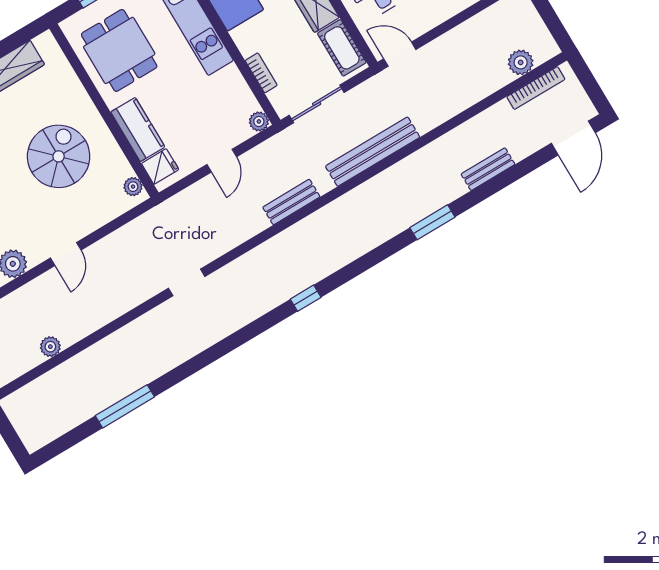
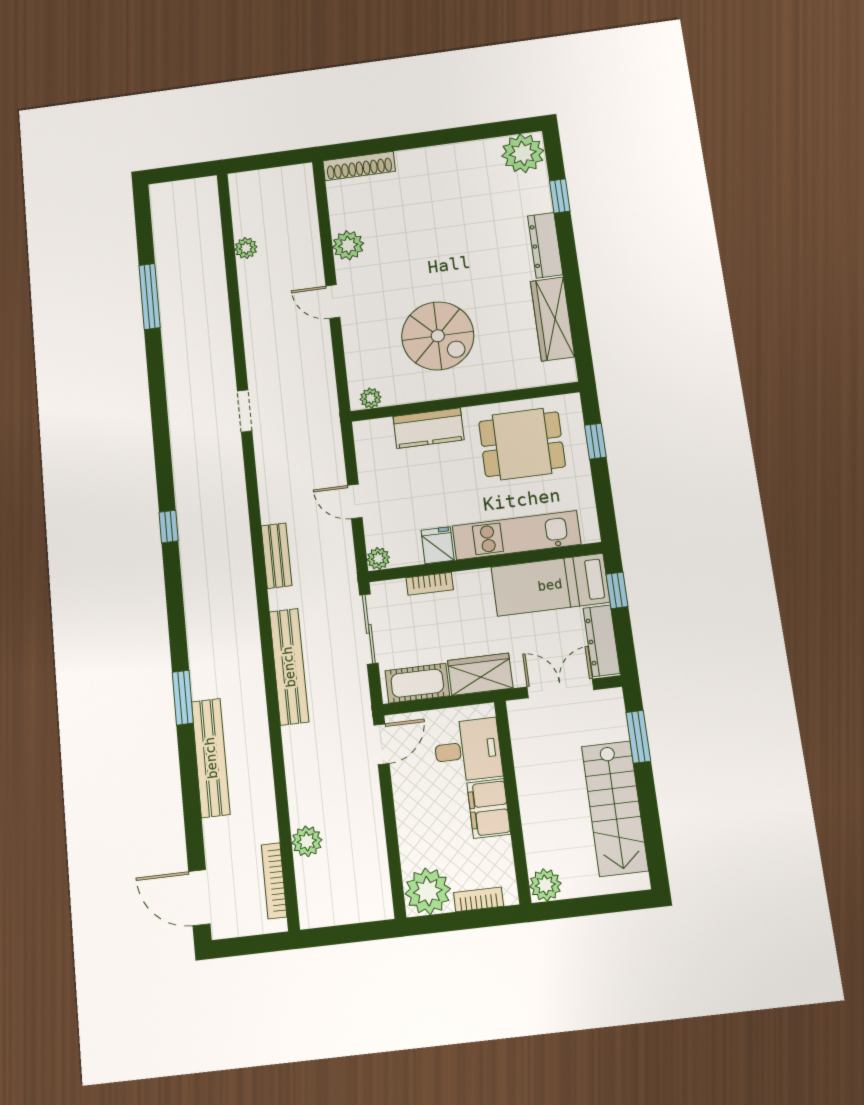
plant: (521, 62) -> (307, 841), moved
fridge: (160, 166) -> (438, 545), moved, turned 180
bench: (488, 169) -> (211, 758), width x1.86, depth x1.21

